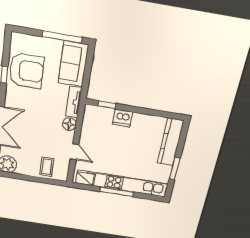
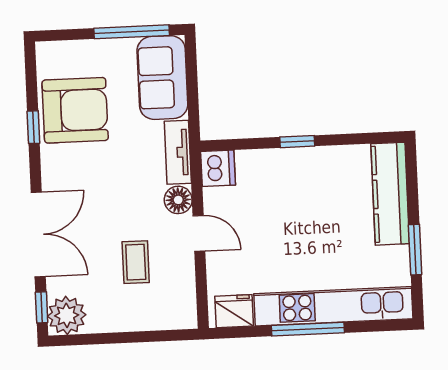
window: (107, 105) -> (297, 142), moved
dishwasher: (123, 118) -> (218, 168), moved, turned -90
door: (74, 152) -> (199, 233), moved
coffee table: (47, 167) -> (136, 262), moved

